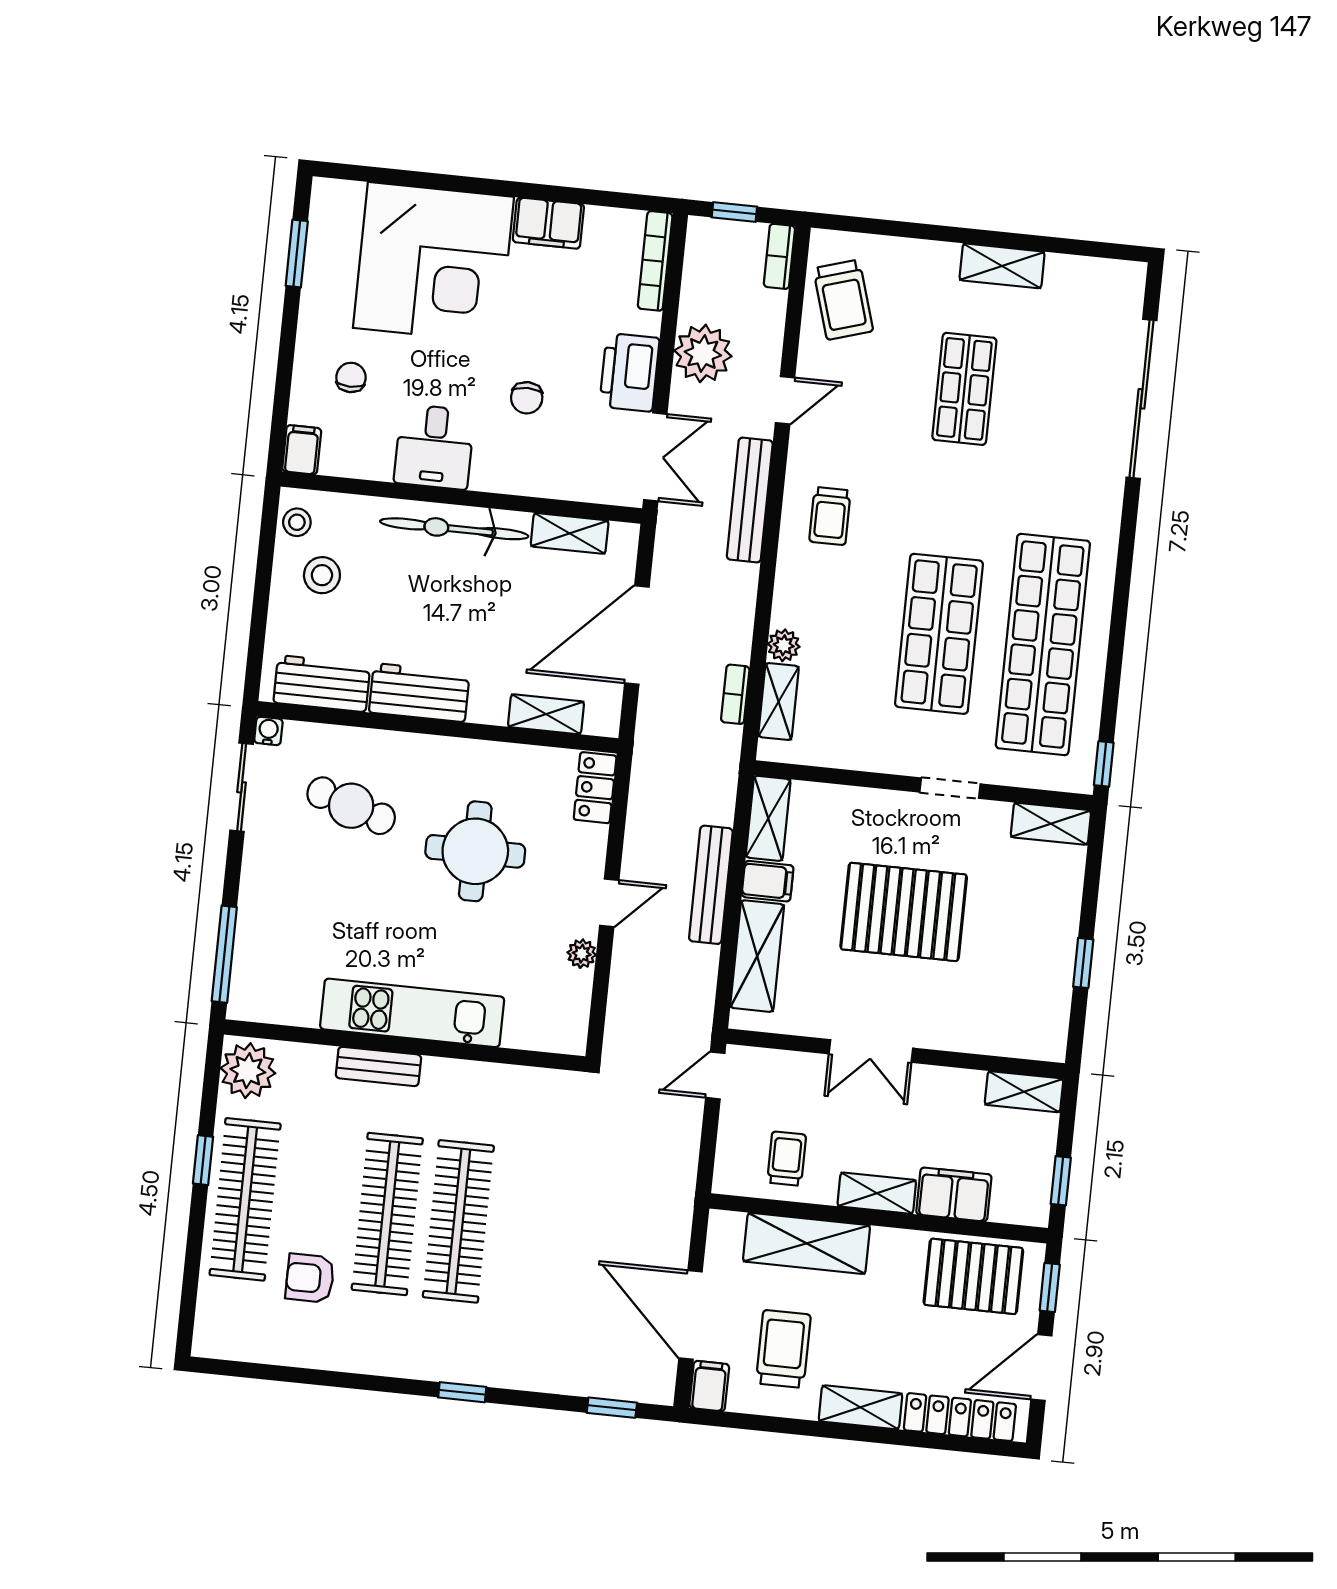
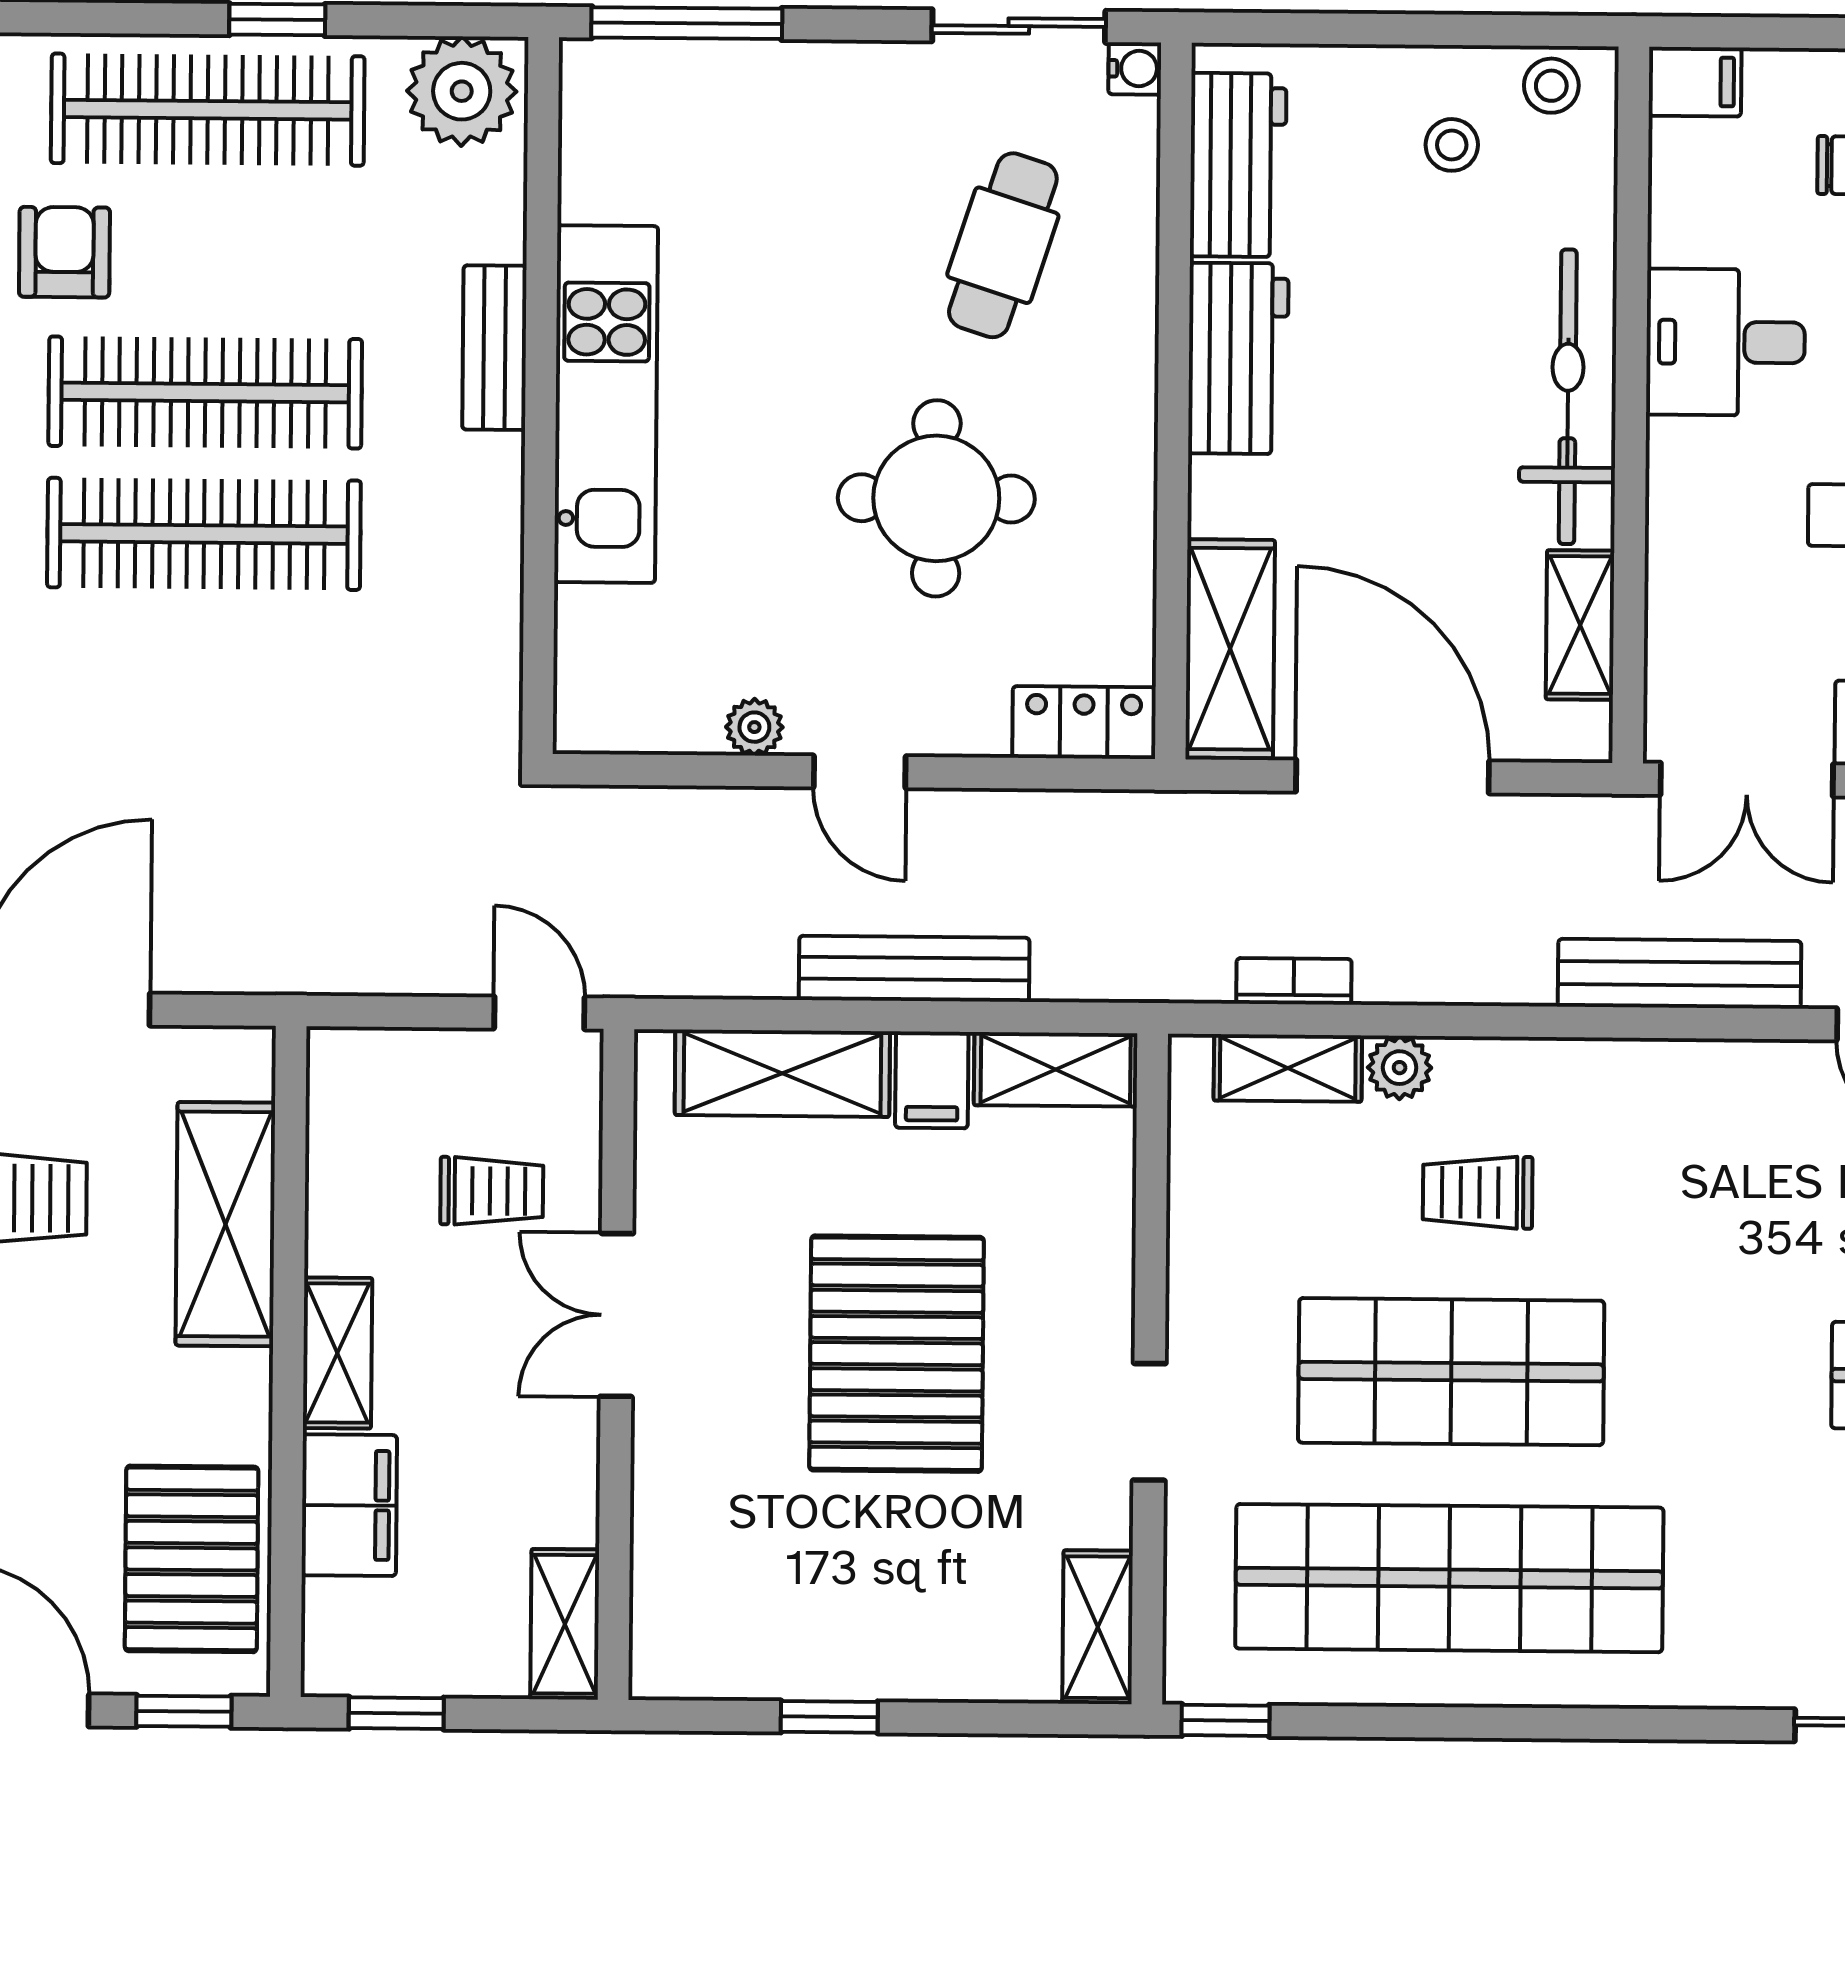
trolley: (830, 516) -> (1478, 1192), moved
stool: (322, 575) -> (1452, 145), width x0.73, depth x0.73
shelving: (546, 714) -> (1230, 649), width x1.50, depth x1.33
trolley: (787, 1159) -> (492, 1191), moved

